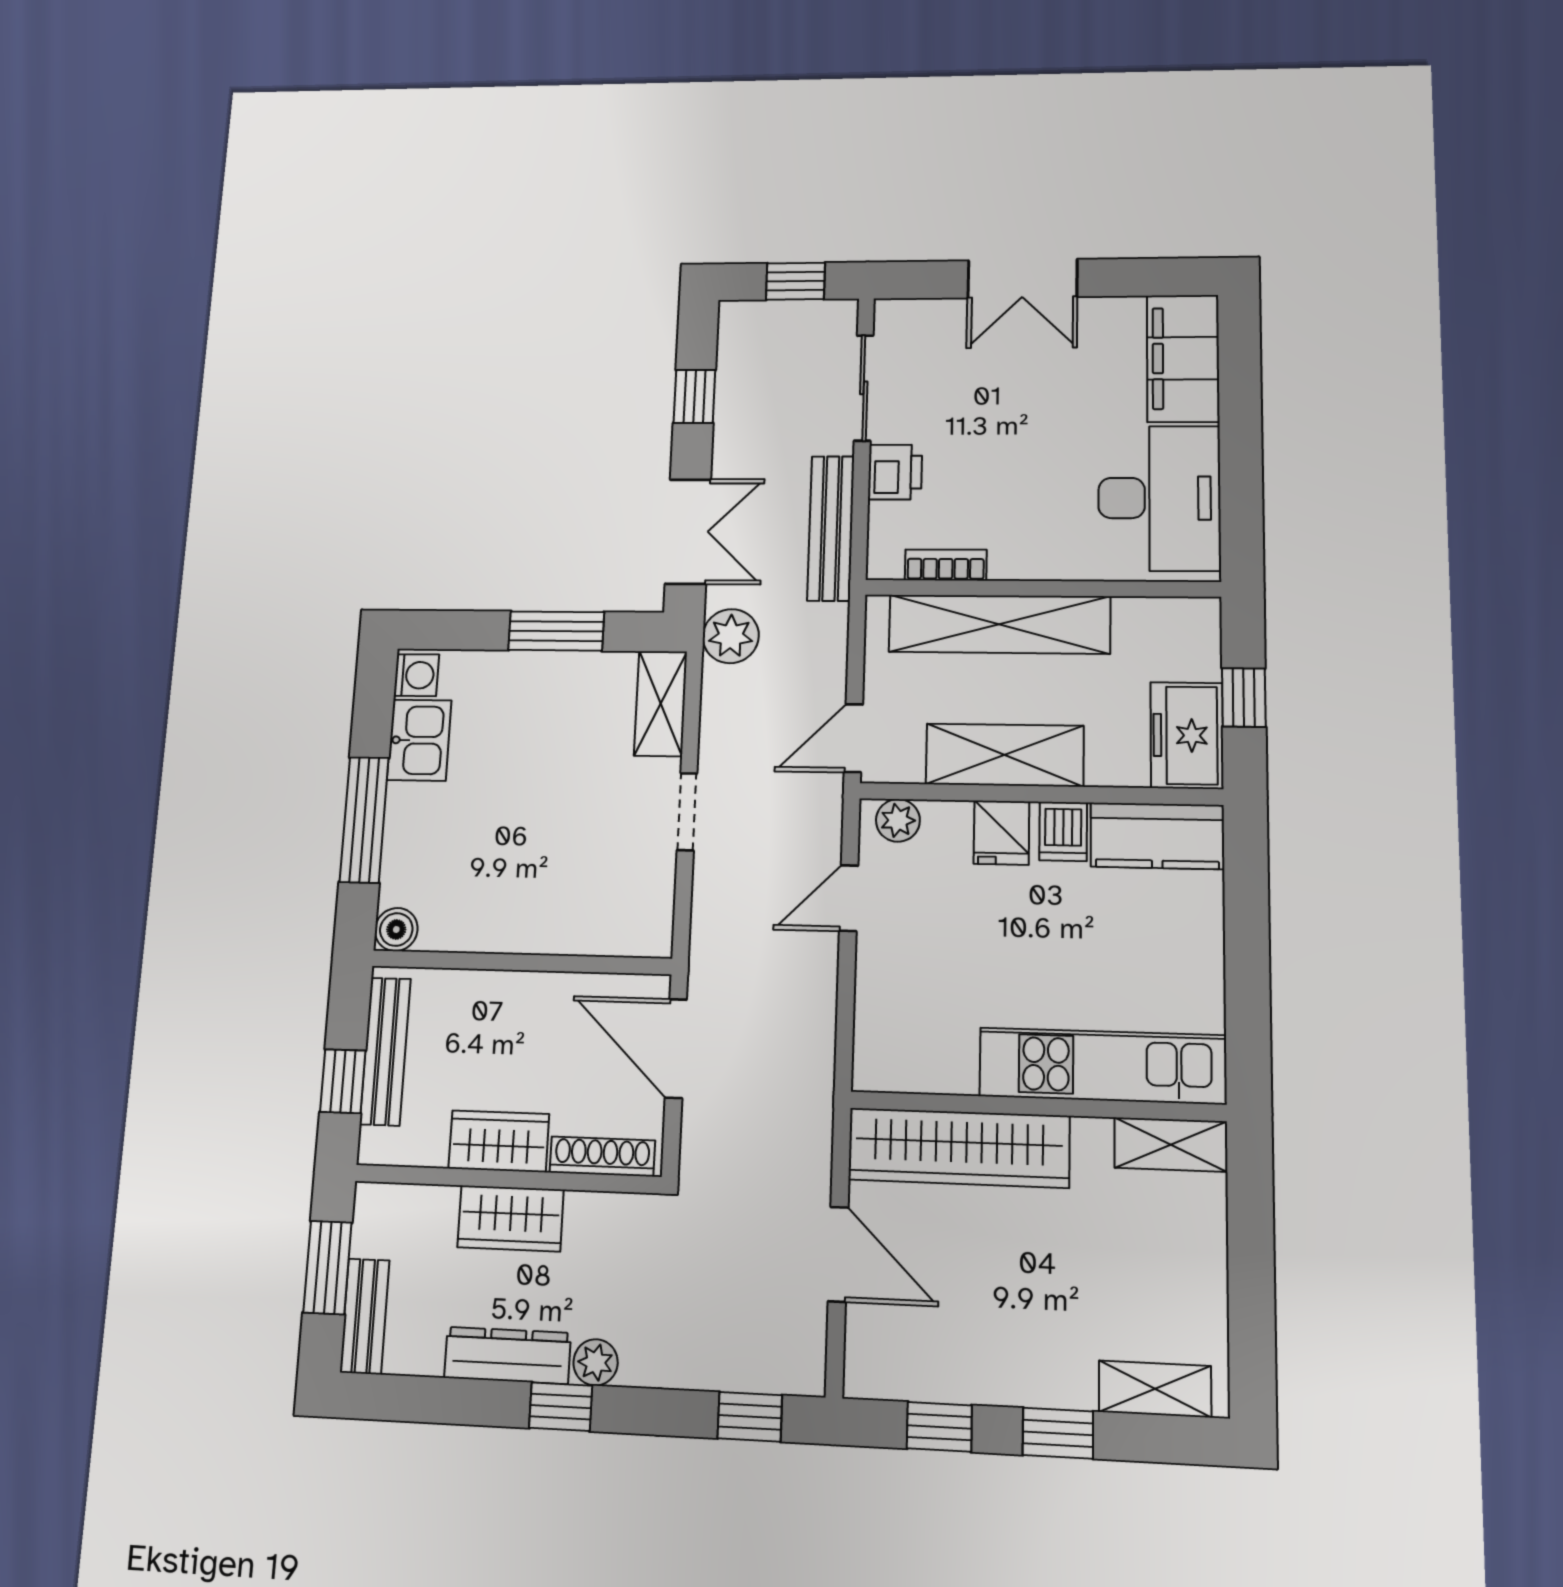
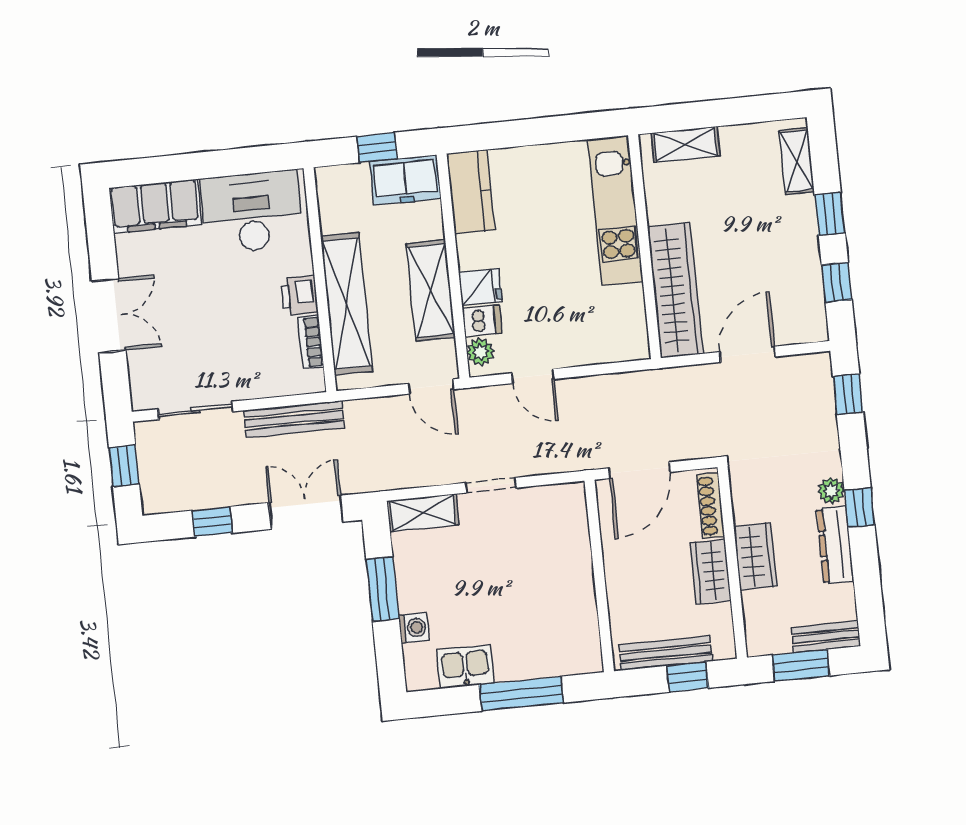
printer: (895, 472) -> (299, 296), moved, turned -90
plant: (731, 636) -> (373, 474), removed
washing machine: (416, 675) -> (414, 628), moved, turned 90
dishwasher: (1063, 831) -> (482, 321), moved
boiler: (396, 929) -> (589, 660), removed
shelving: (1171, 1145) -> (685, 144), moved, turned 90

